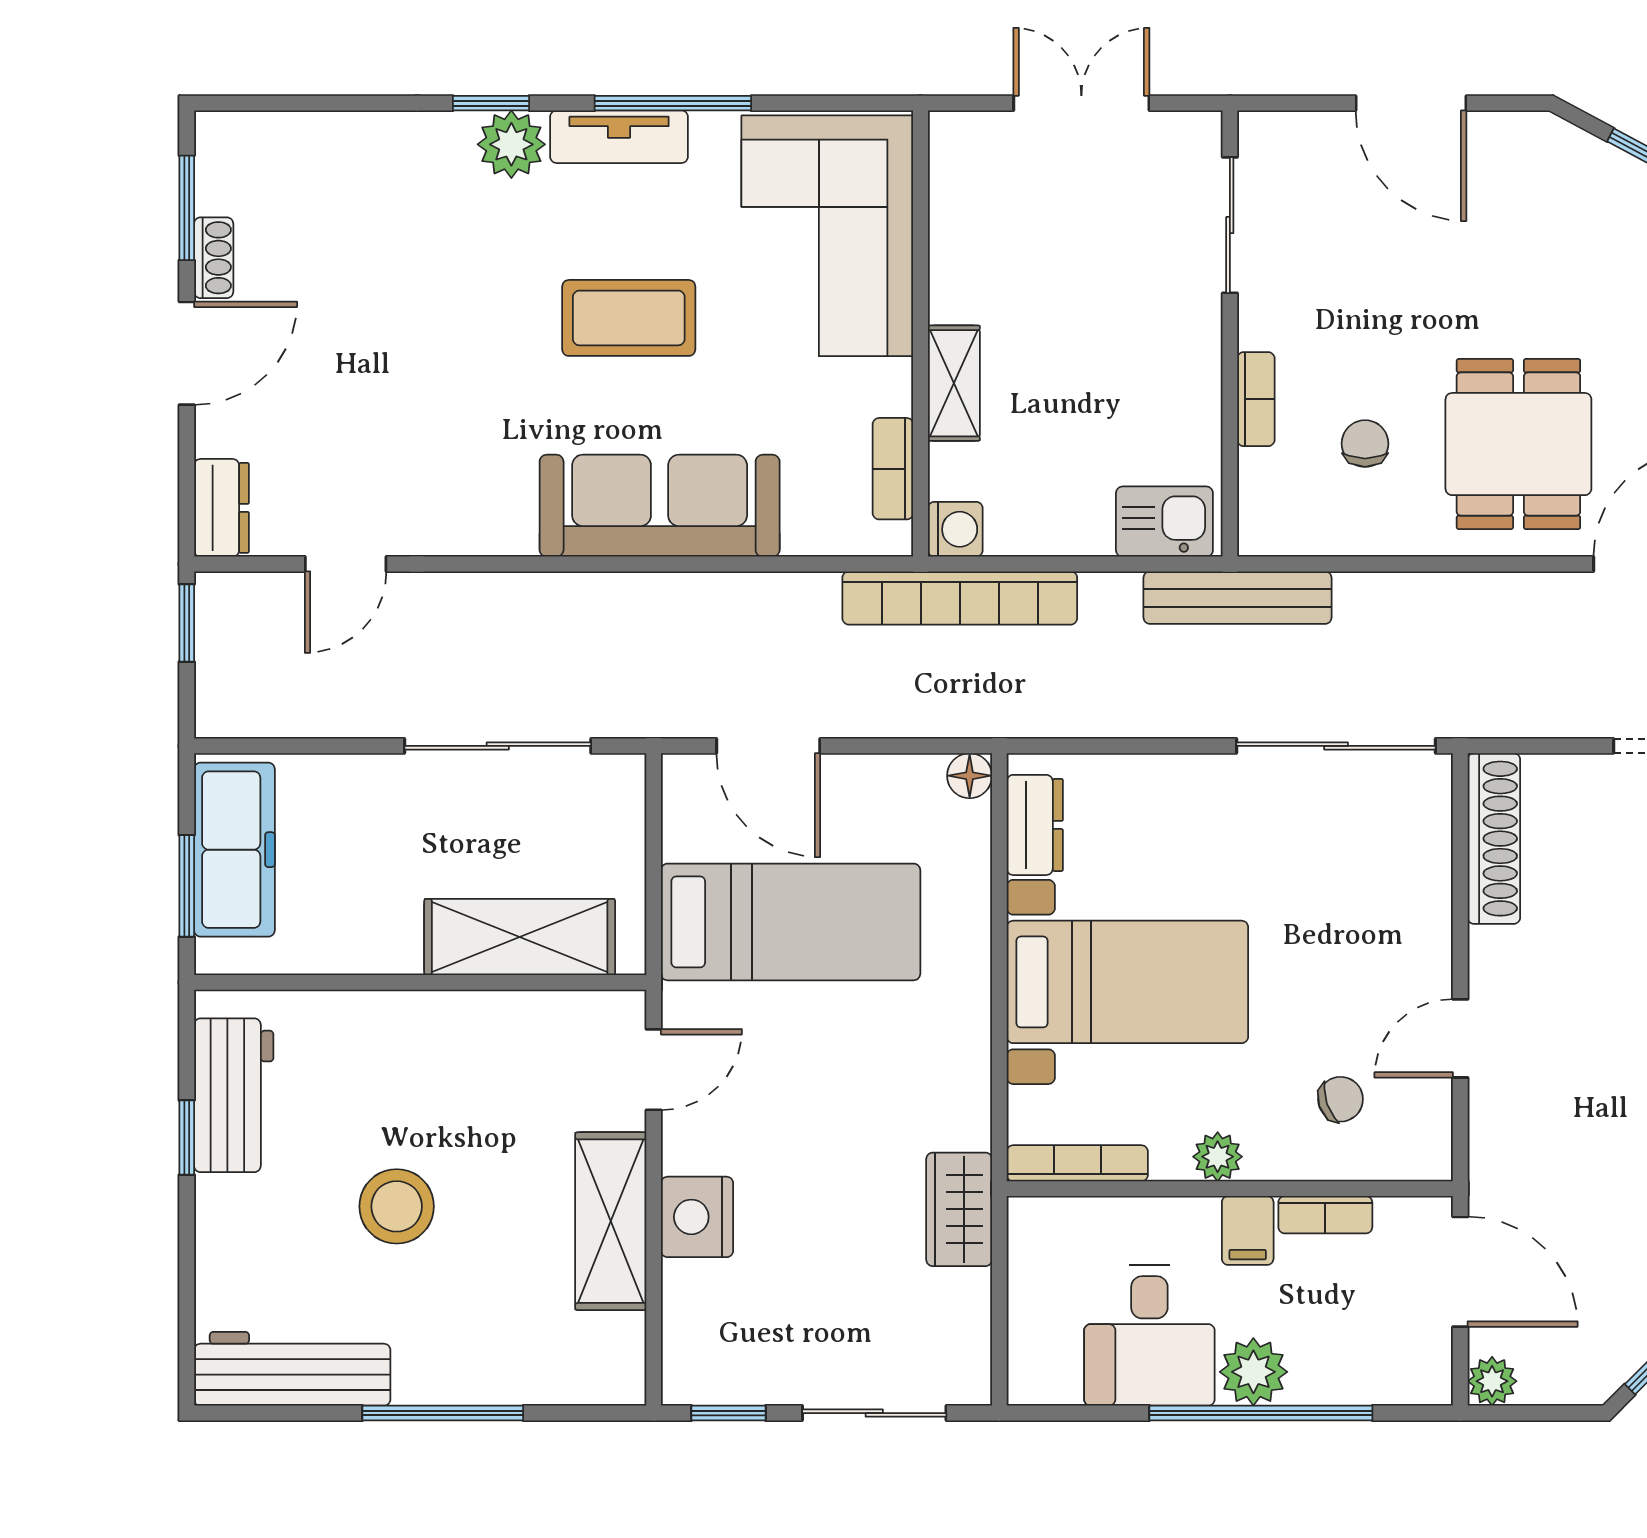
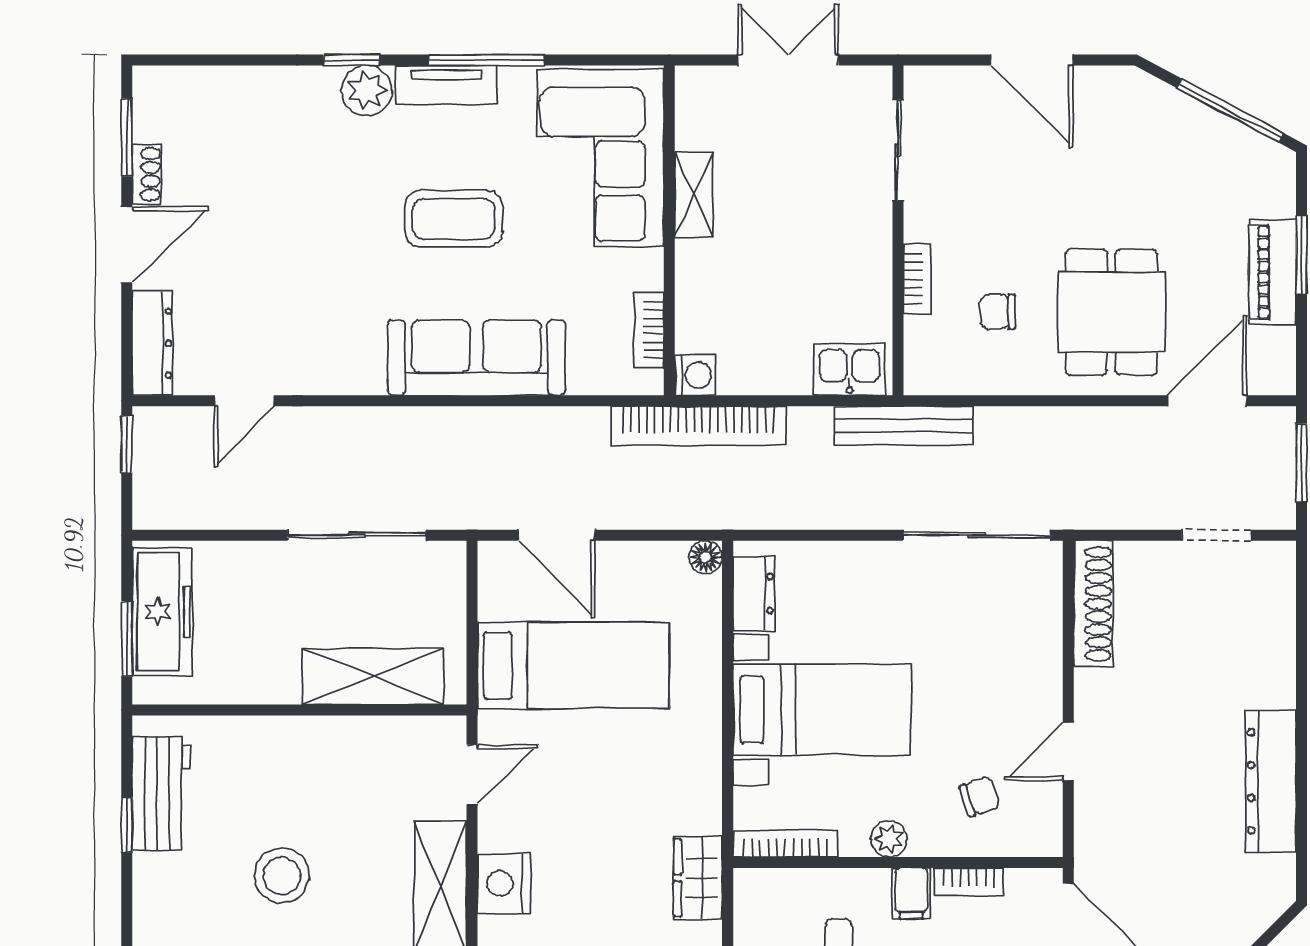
shelving: (954, 383) -> (694, 194), moved
chair: (1365, 444) -> (998, 312), turned -90
dresser: (221, 508) -> (153, 343), width x1.44

